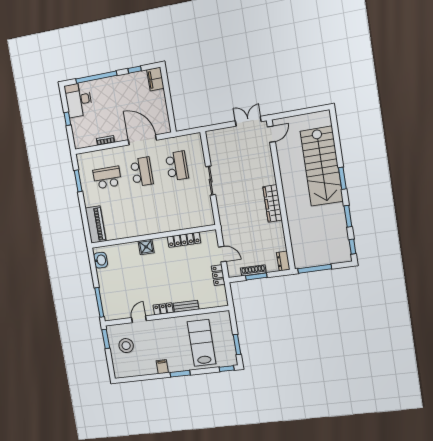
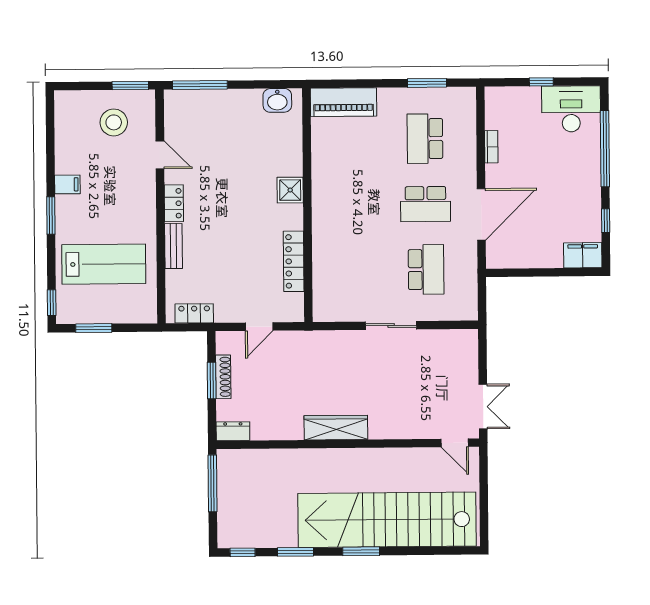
school desk: (177, 166) -> (426, 269), turned -90
stairs: (322, 166) -> (387, 520), width x1.36
school desk: (107, 178) -> (425, 139), turned 180
locker: (218, 275) -> (194, 313), moved

